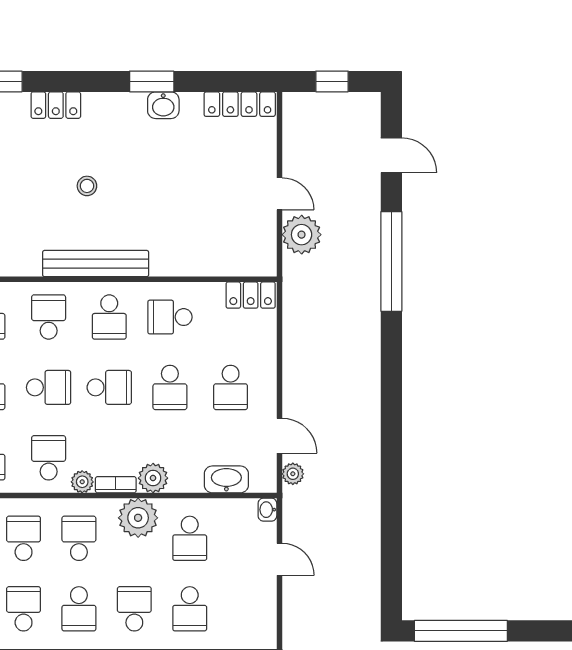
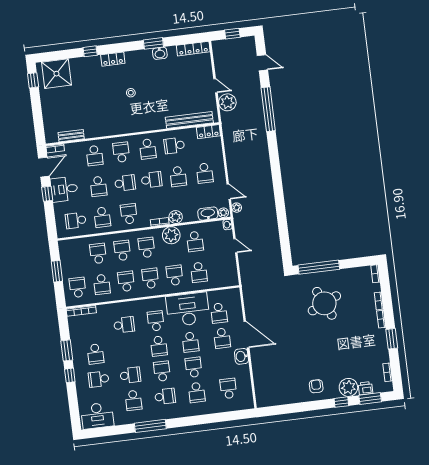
bench: (96, 264) -> (189, 120), moved
plant: (82, 482) -> (223, 213), moved
school desk: (79, 609) -> (150, 278), turned 180

